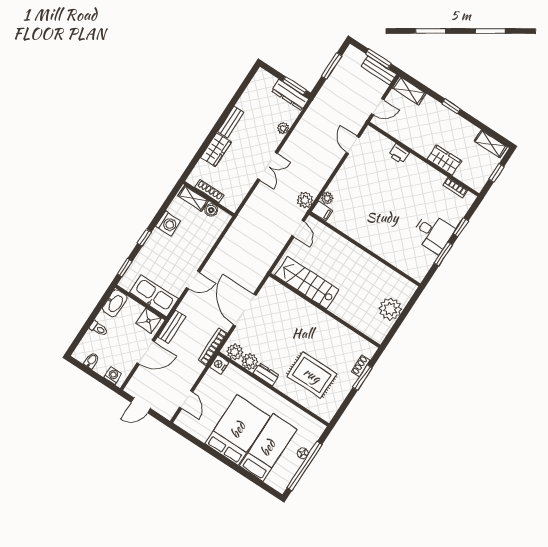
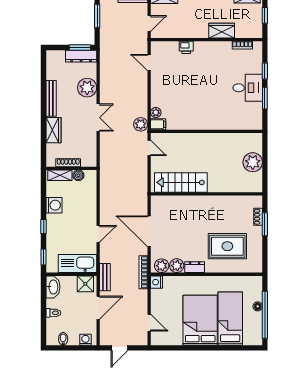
bench: (231, 122) -> (51, 98), width x1.36
plant: (283, 128) -> (87, 88), width x1.88, depth x1.88

